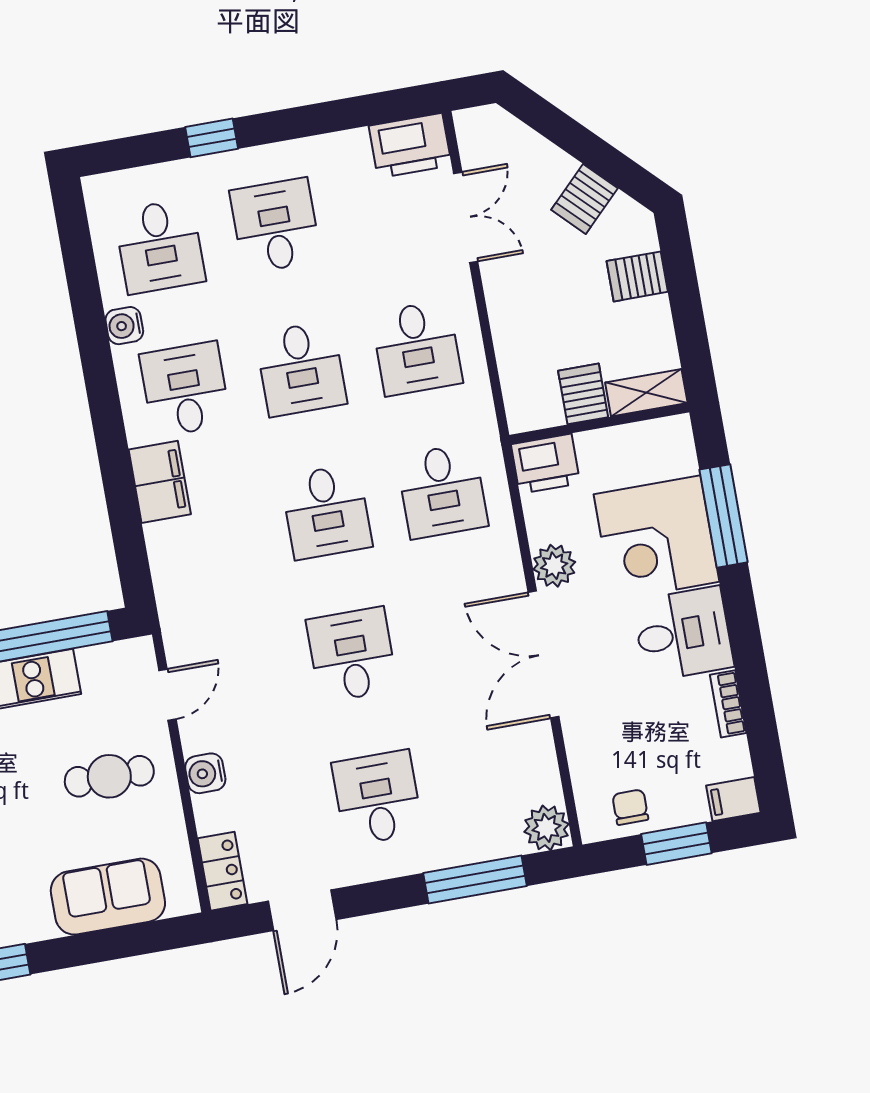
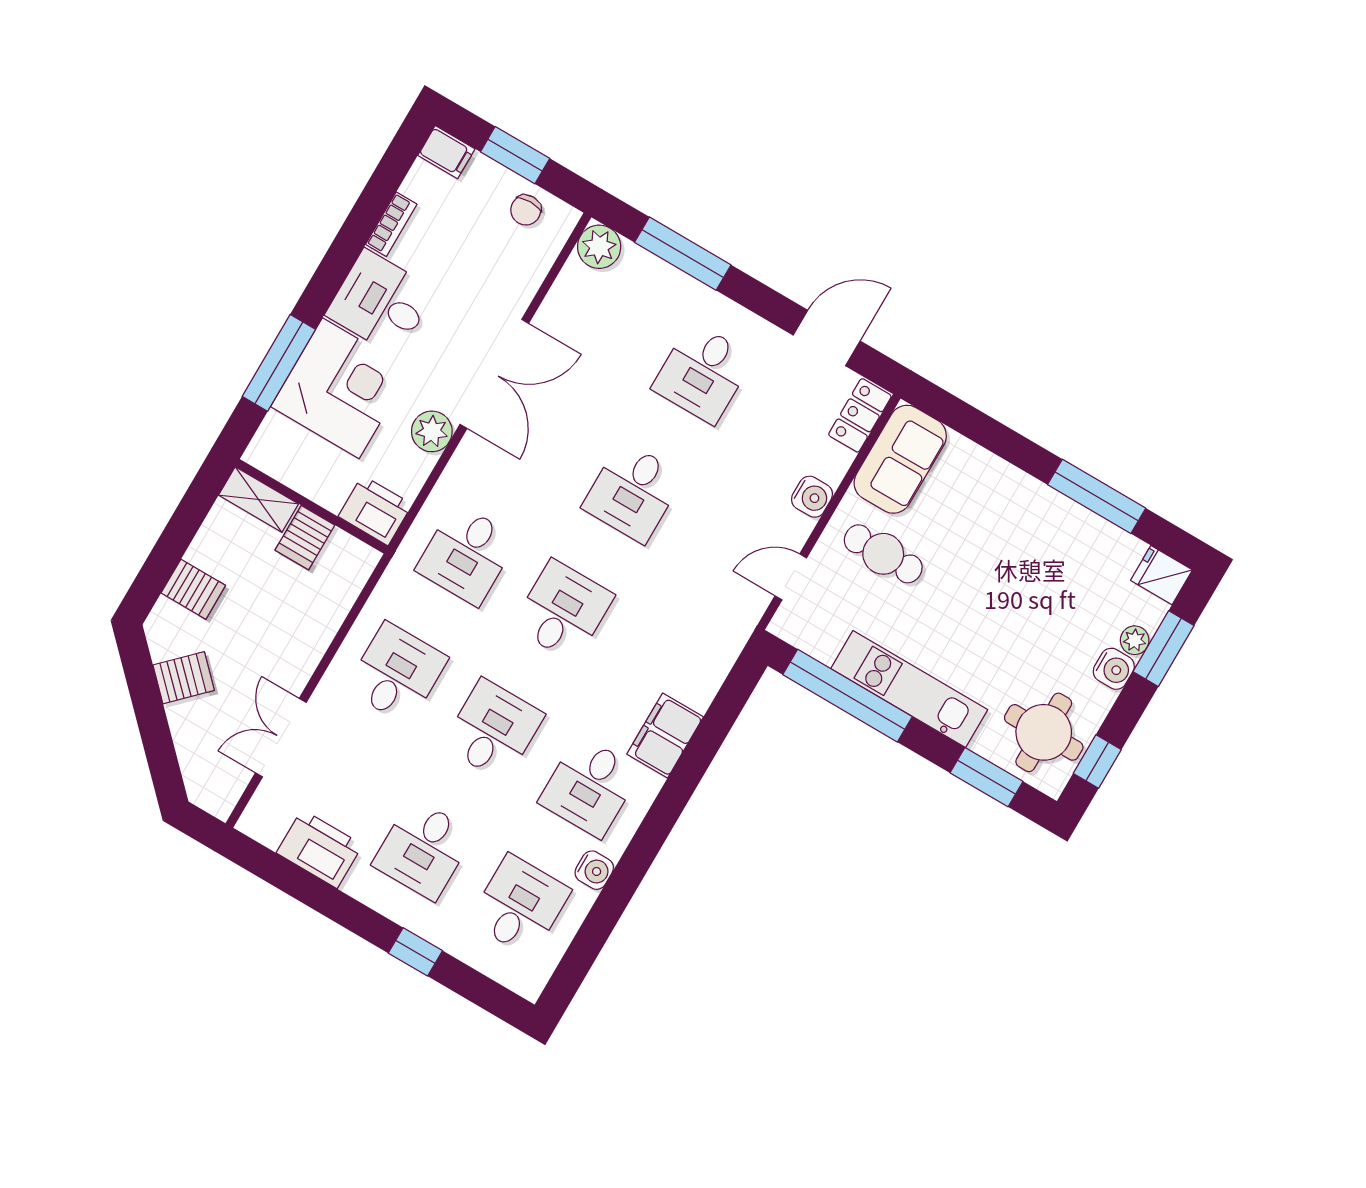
printer: (410, 146) -> (319, 849), moved
desk: (442, 491) -> (467, 554), turned 180
sofa: (108, 897) -> (900, 459), moved, turned -90

